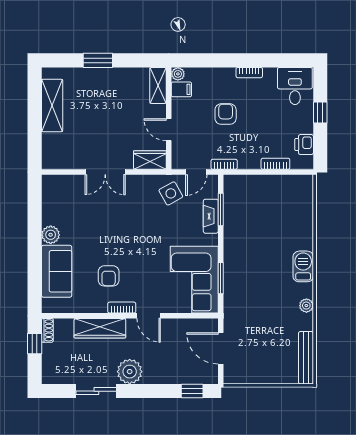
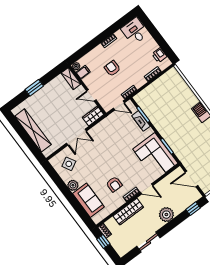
shelving: (52, 105) -> (33, 130), width x1.47
window: (320, 112) -> (156, 35), removed
door: (196, 172) -> (119, 105), hinge flipped
side table: (171, 193) -> (69, 164), moved
plant: (130, 372) -> (166, 215), moved

